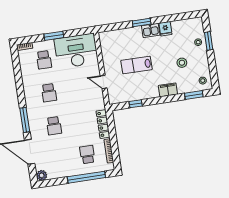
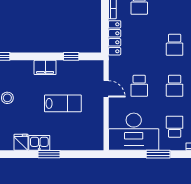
school desk: (77, 88) -> (139, 86), added
filing cabinet: (168, 90) -> (45, 67), moved
school desk: (49, 93) -> (175, 86), turned 180
school desk: (54, 126) -> (175, 45), turned 180

